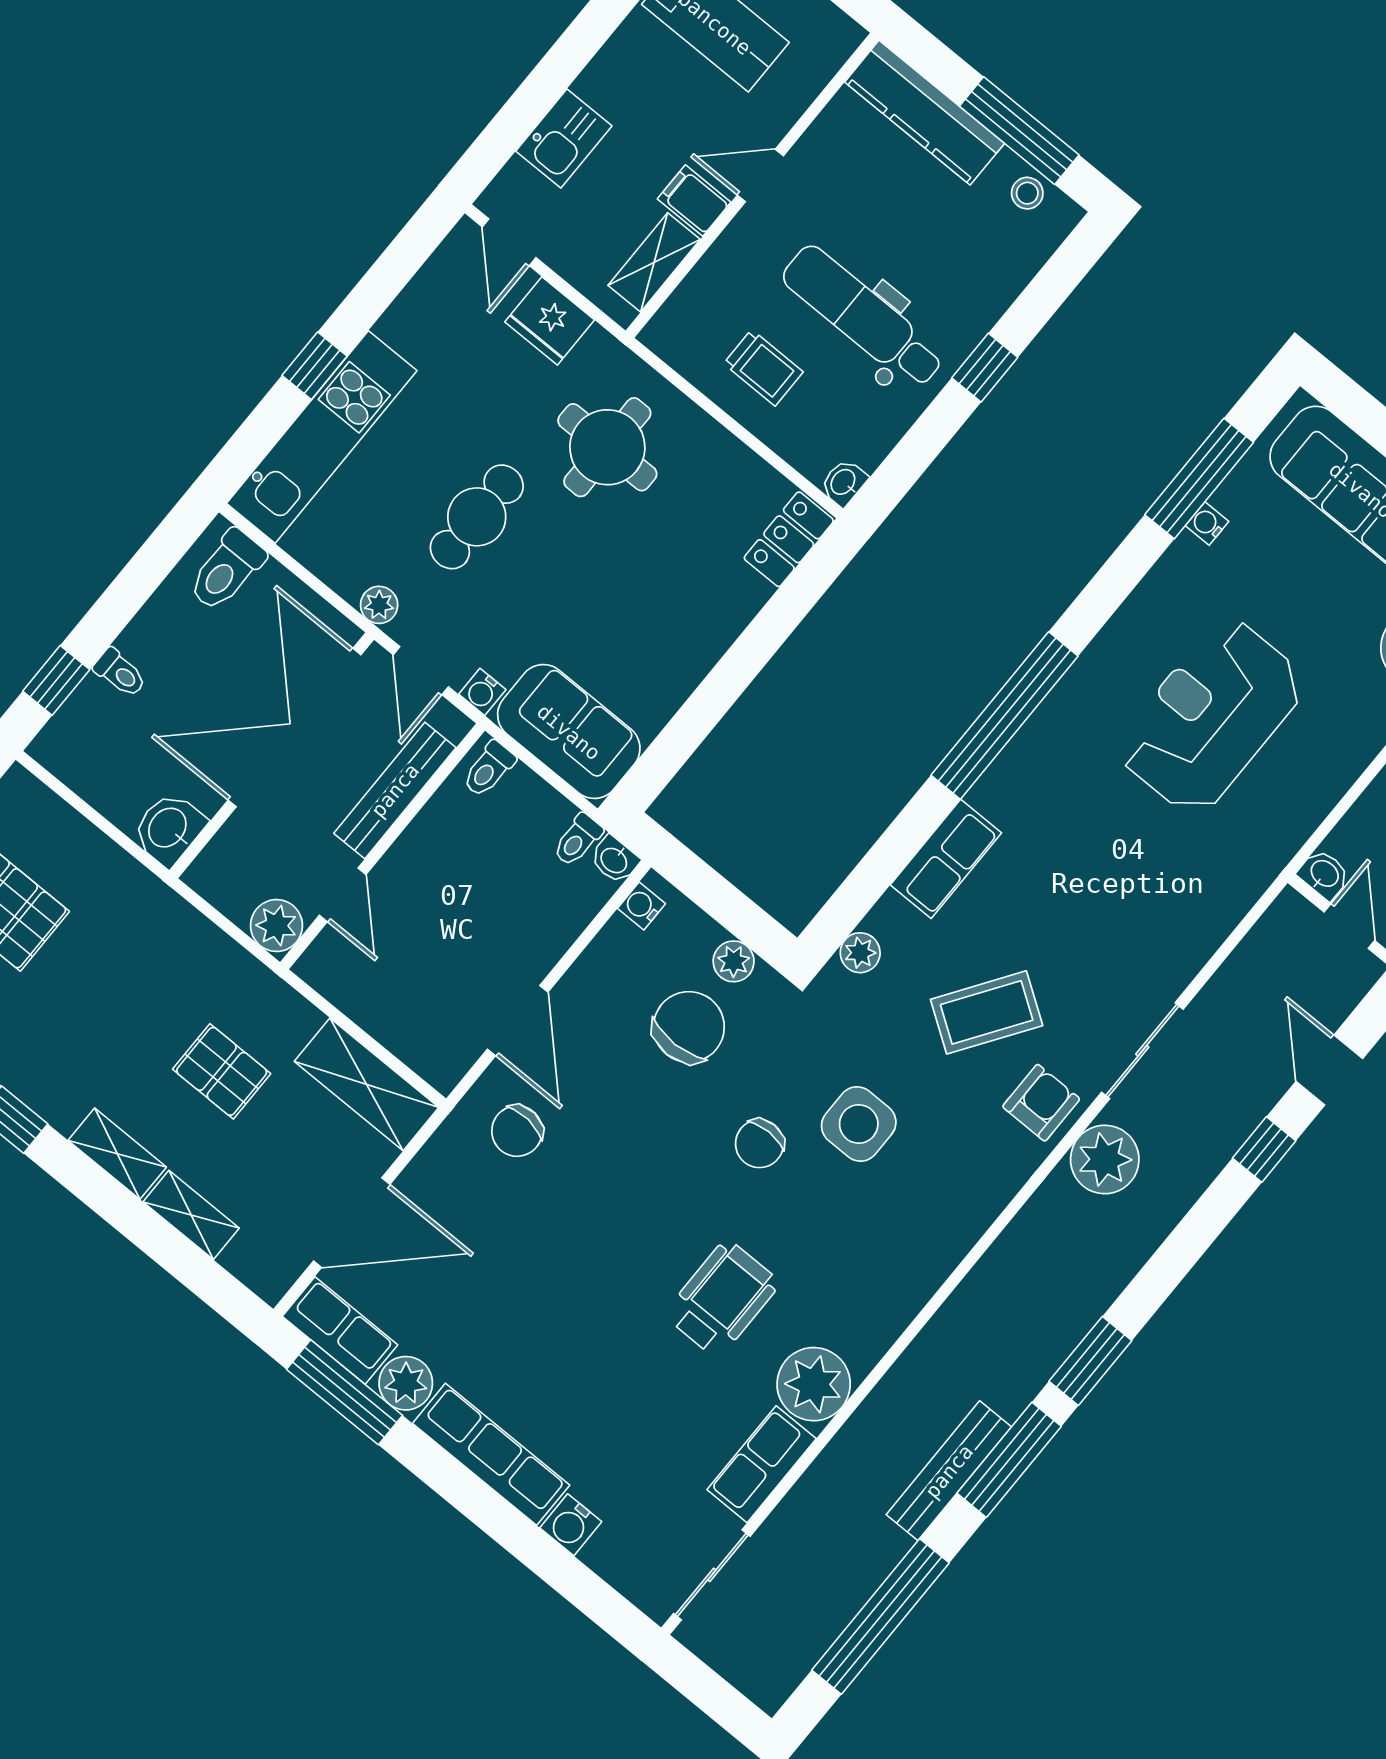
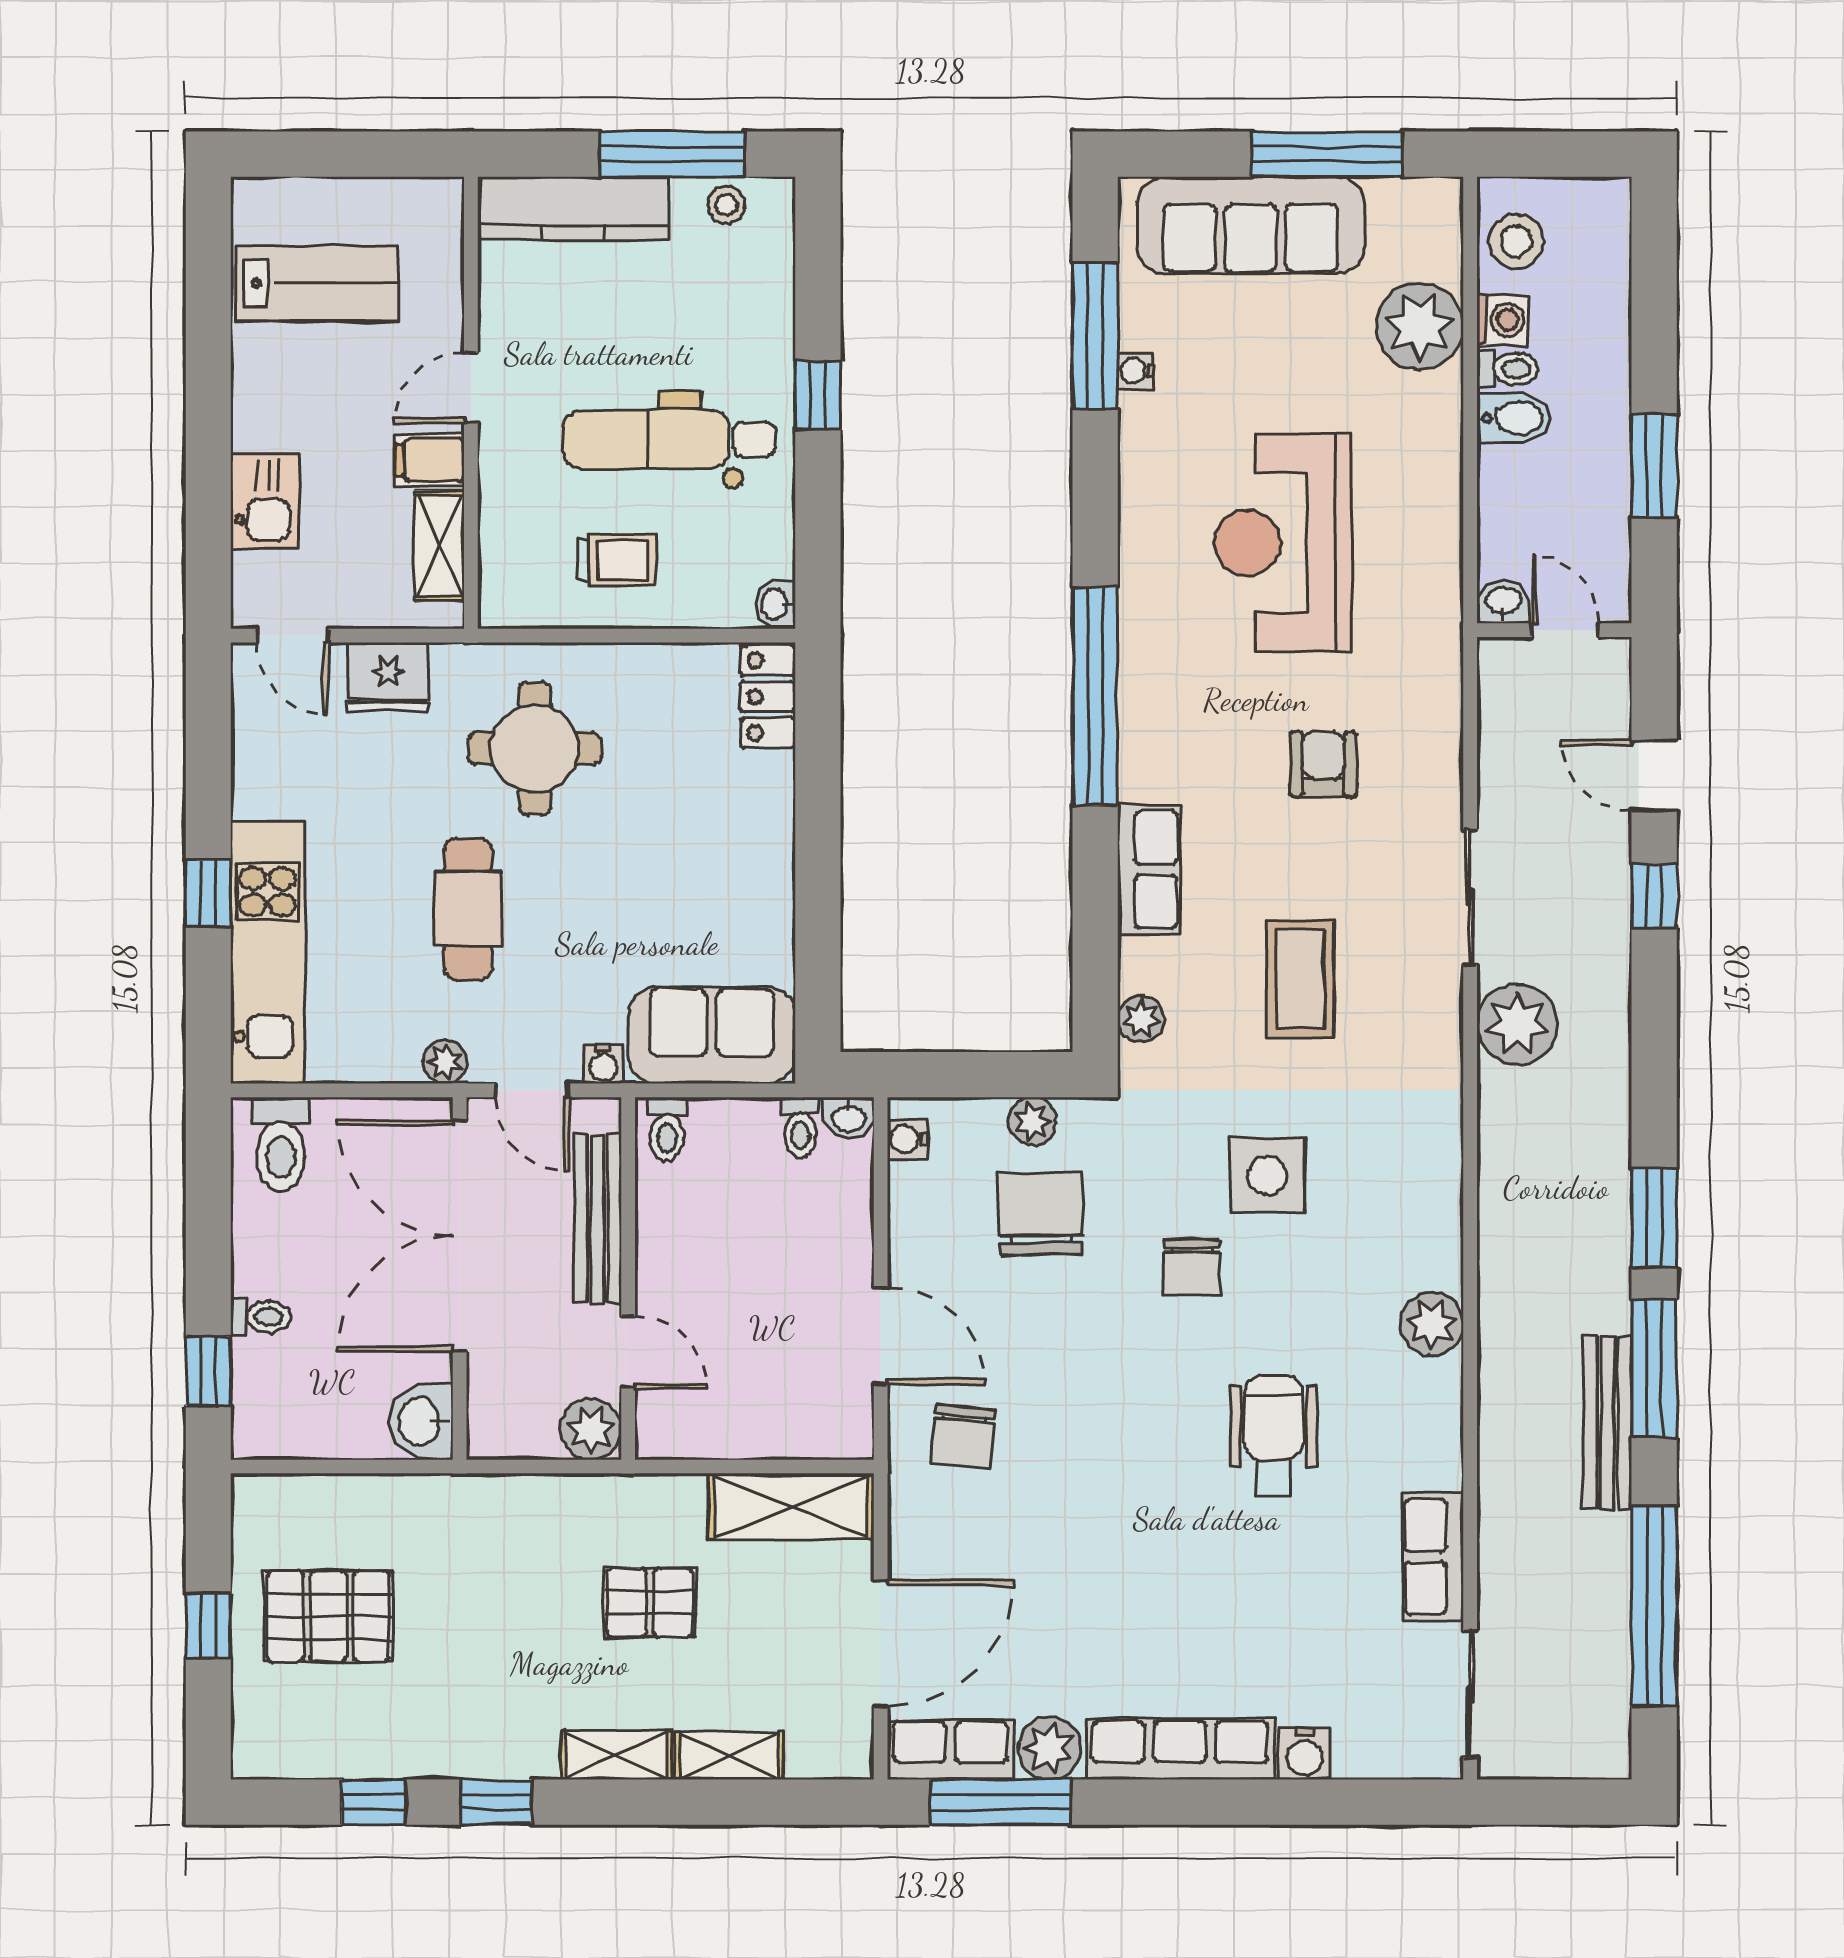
coffee table: (987, 1012) -> (1300, 979), turned -34
armchair: (1041, 1103) -> (1323, 764), moved
plant: (814, 1384) -> (1432, 1324), moved, width x0.73, depth x0.73

